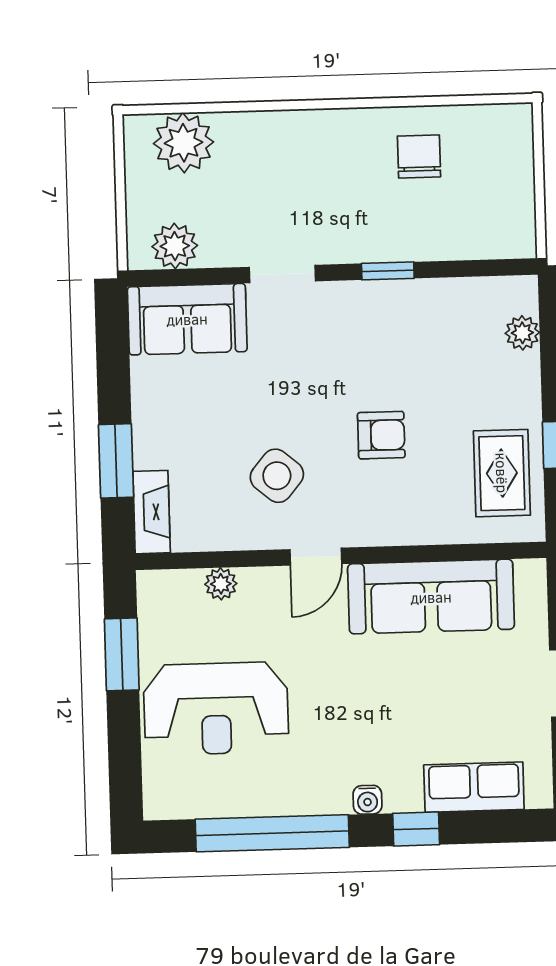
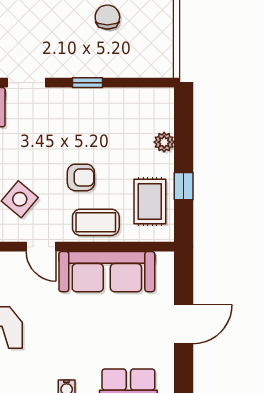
plant: (522, 333) -> (164, 142), moved
coffee table: (409, 512) -> (96, 222), added
door: (316, 557) -> (41, 247), hinge flipped

